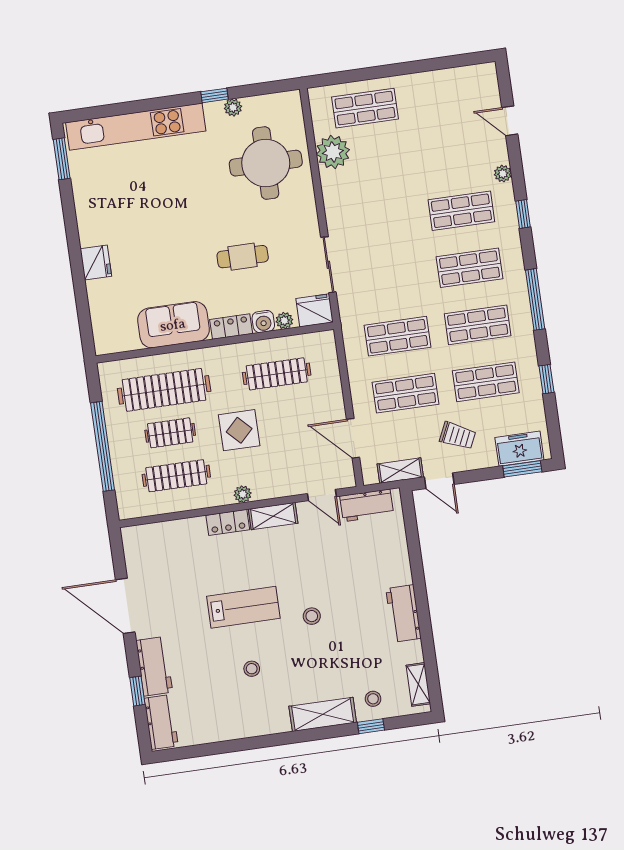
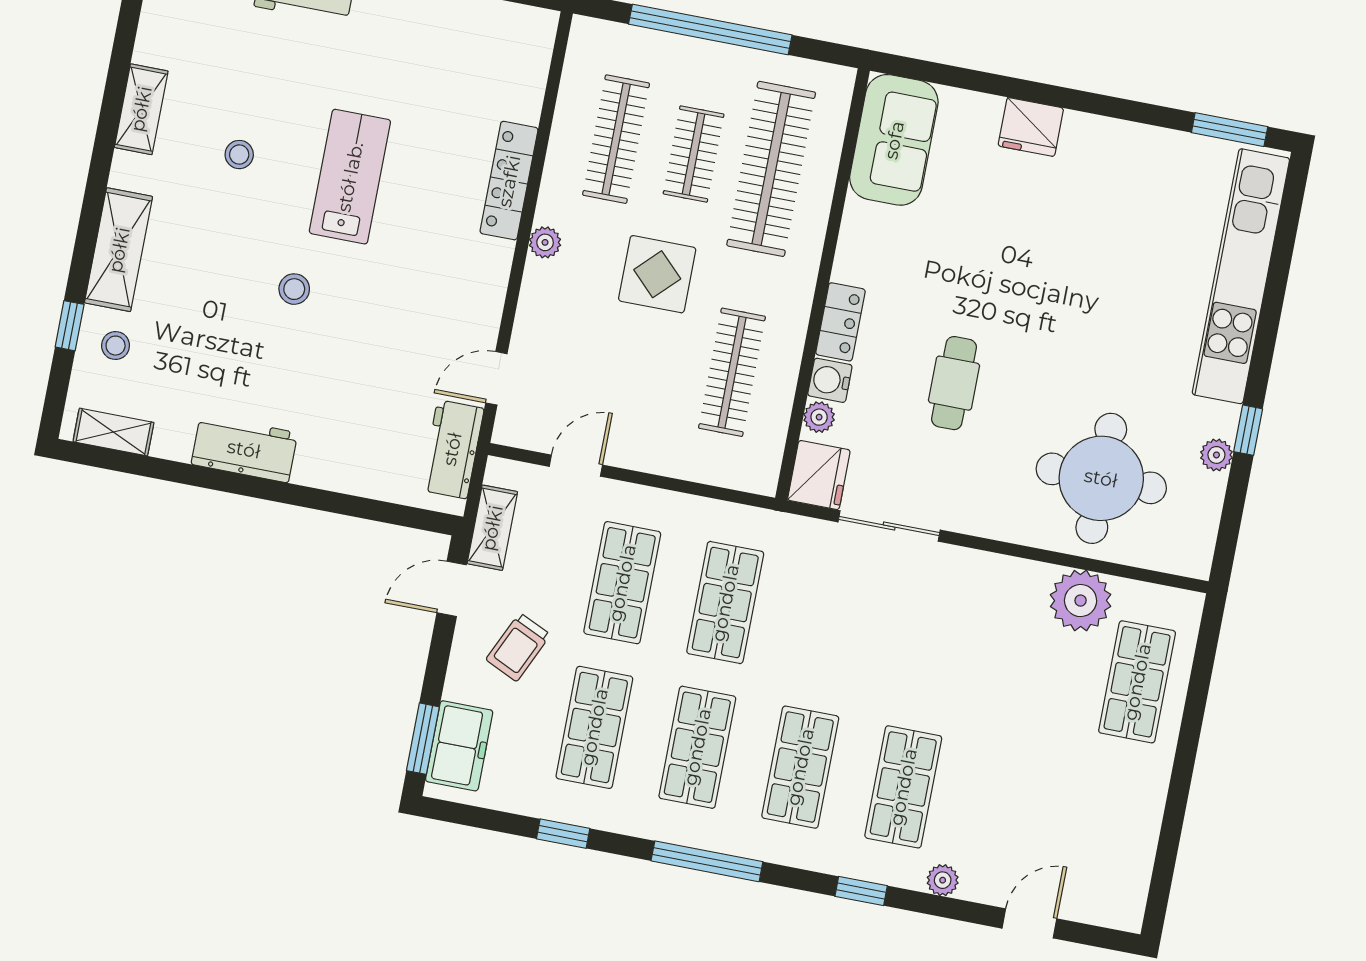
sofa: (173, 325) -> (894, 140), moved
door: (353, 438) -> (576, 466), width x0.73
shelving: (273, 516) -> (141, 109), moved
locker: (228, 522) -> (509, 181), width x1.53
lab bench: (243, 607) -> (350, 177), turned 180

